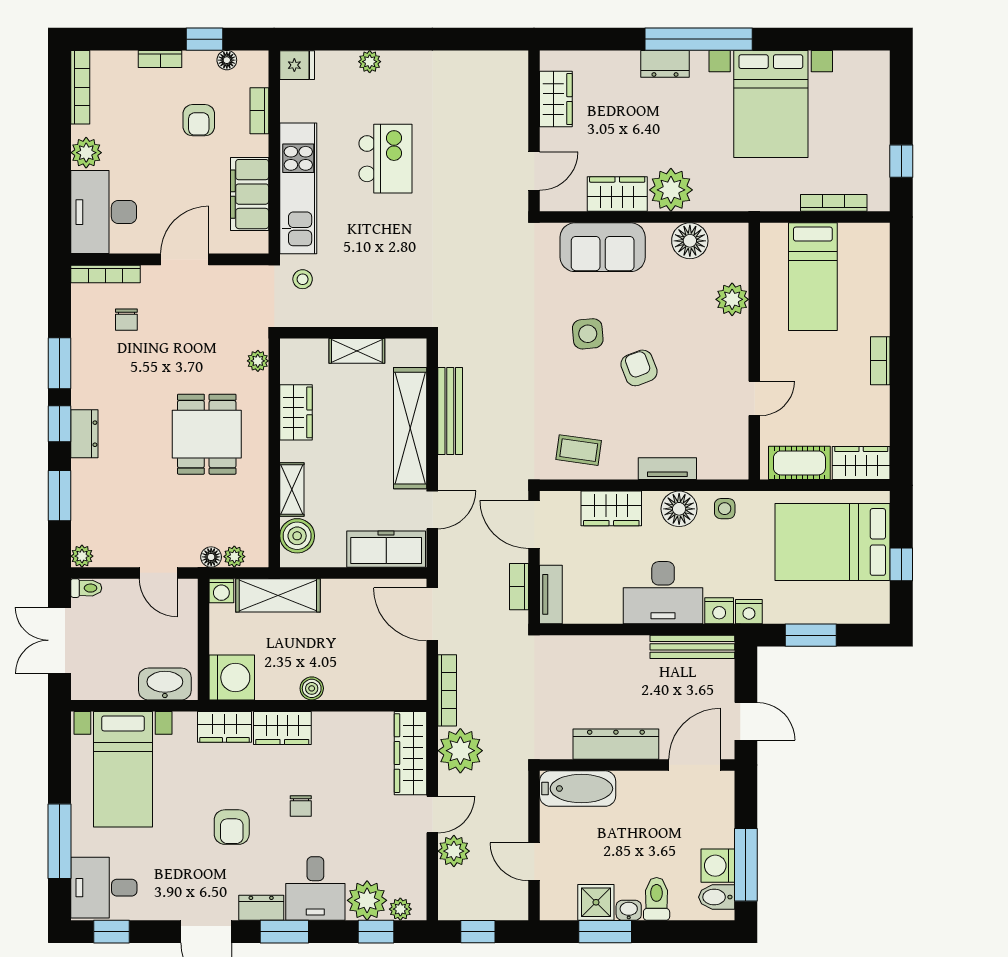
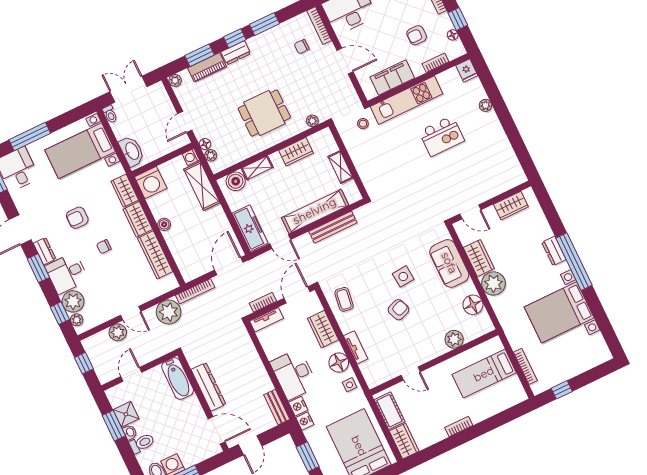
piano: (85, 493) -> (207, 67), added
toilet: (86, 588) -> (110, 114), moved
bench: (692, 647) -> (277, 407), width x0.73
wardrobe: (411, 753) -> (155, 255), moved, turned -90

